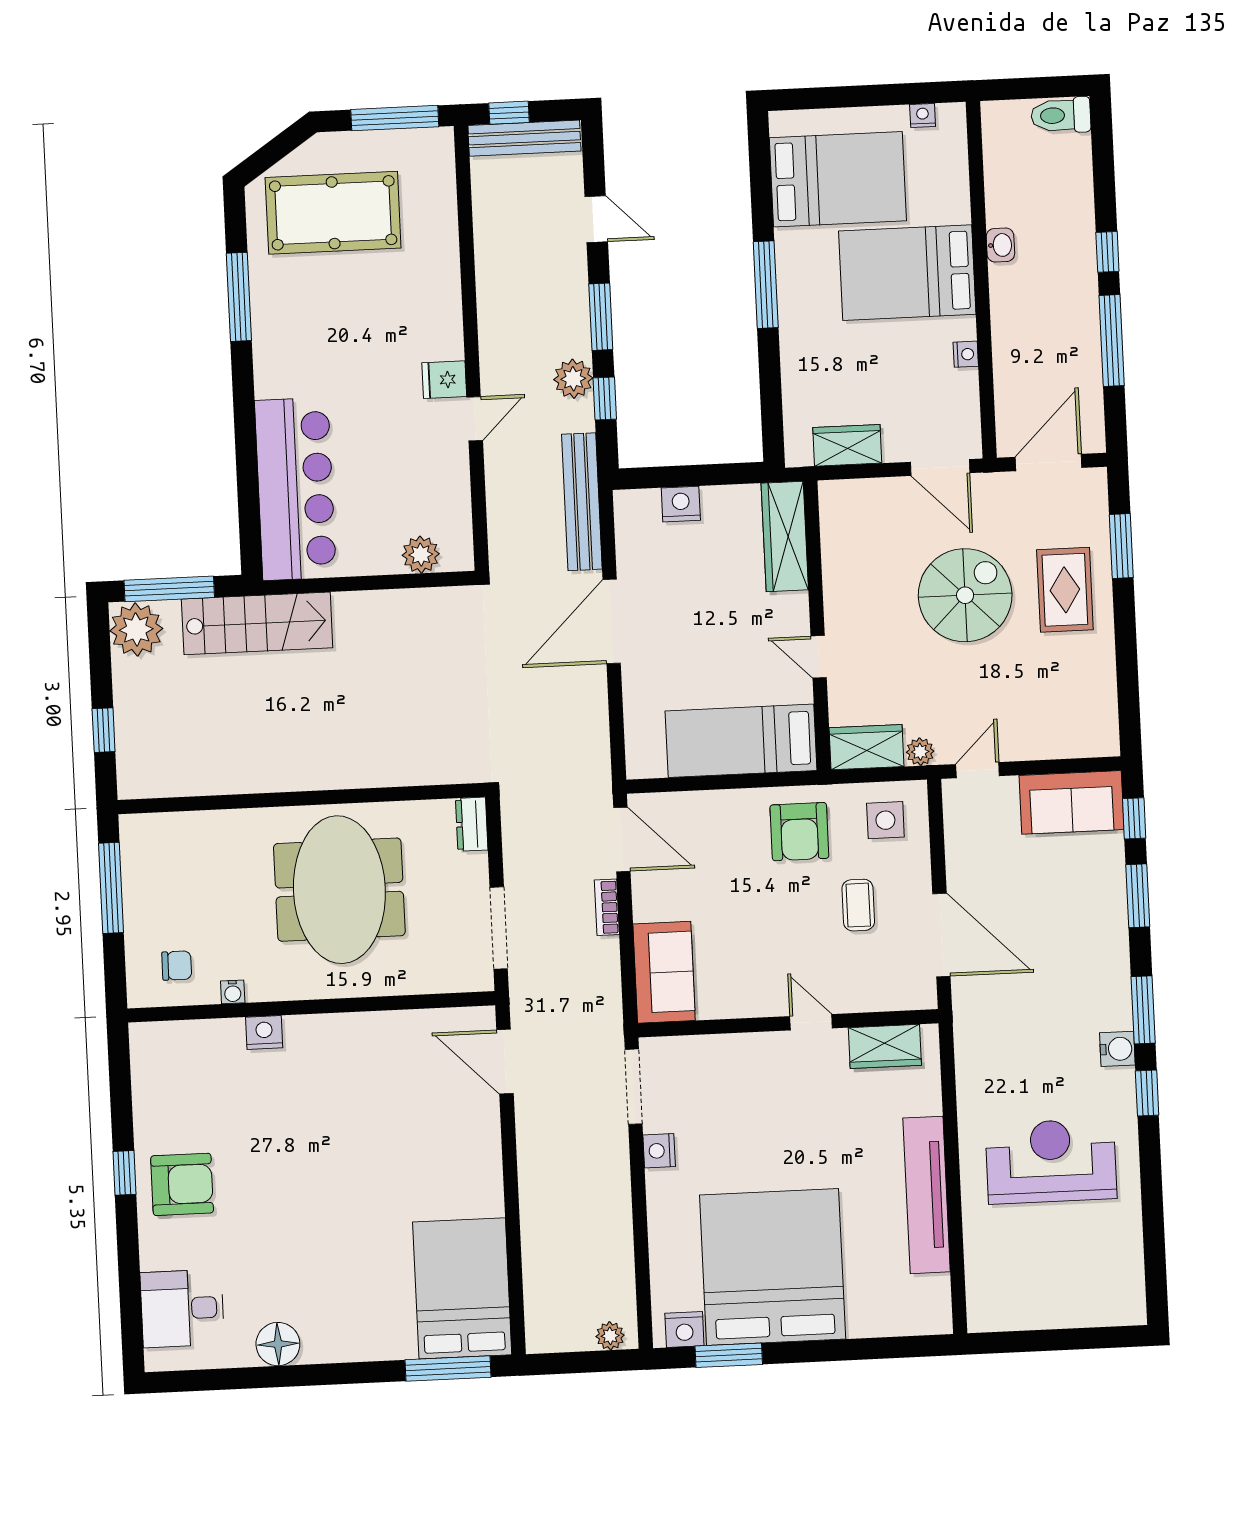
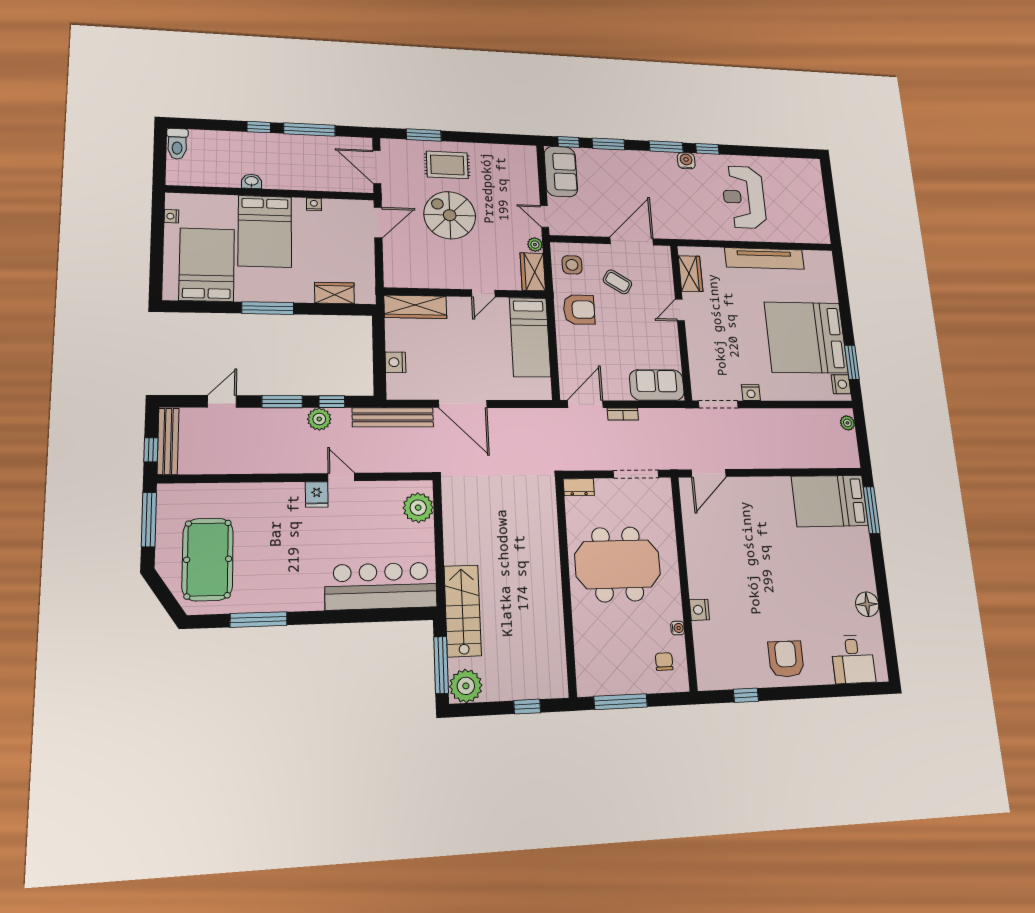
wardrobe: (847, 445) -> (334, 293), moved, turned 90
plant: (421, 555) -> (418, 508), width x1.36, depth x1.36
coffee table: (858, 905) -> (617, 282), turned 32
window: (124, 1173) -> (746, 695), moved

